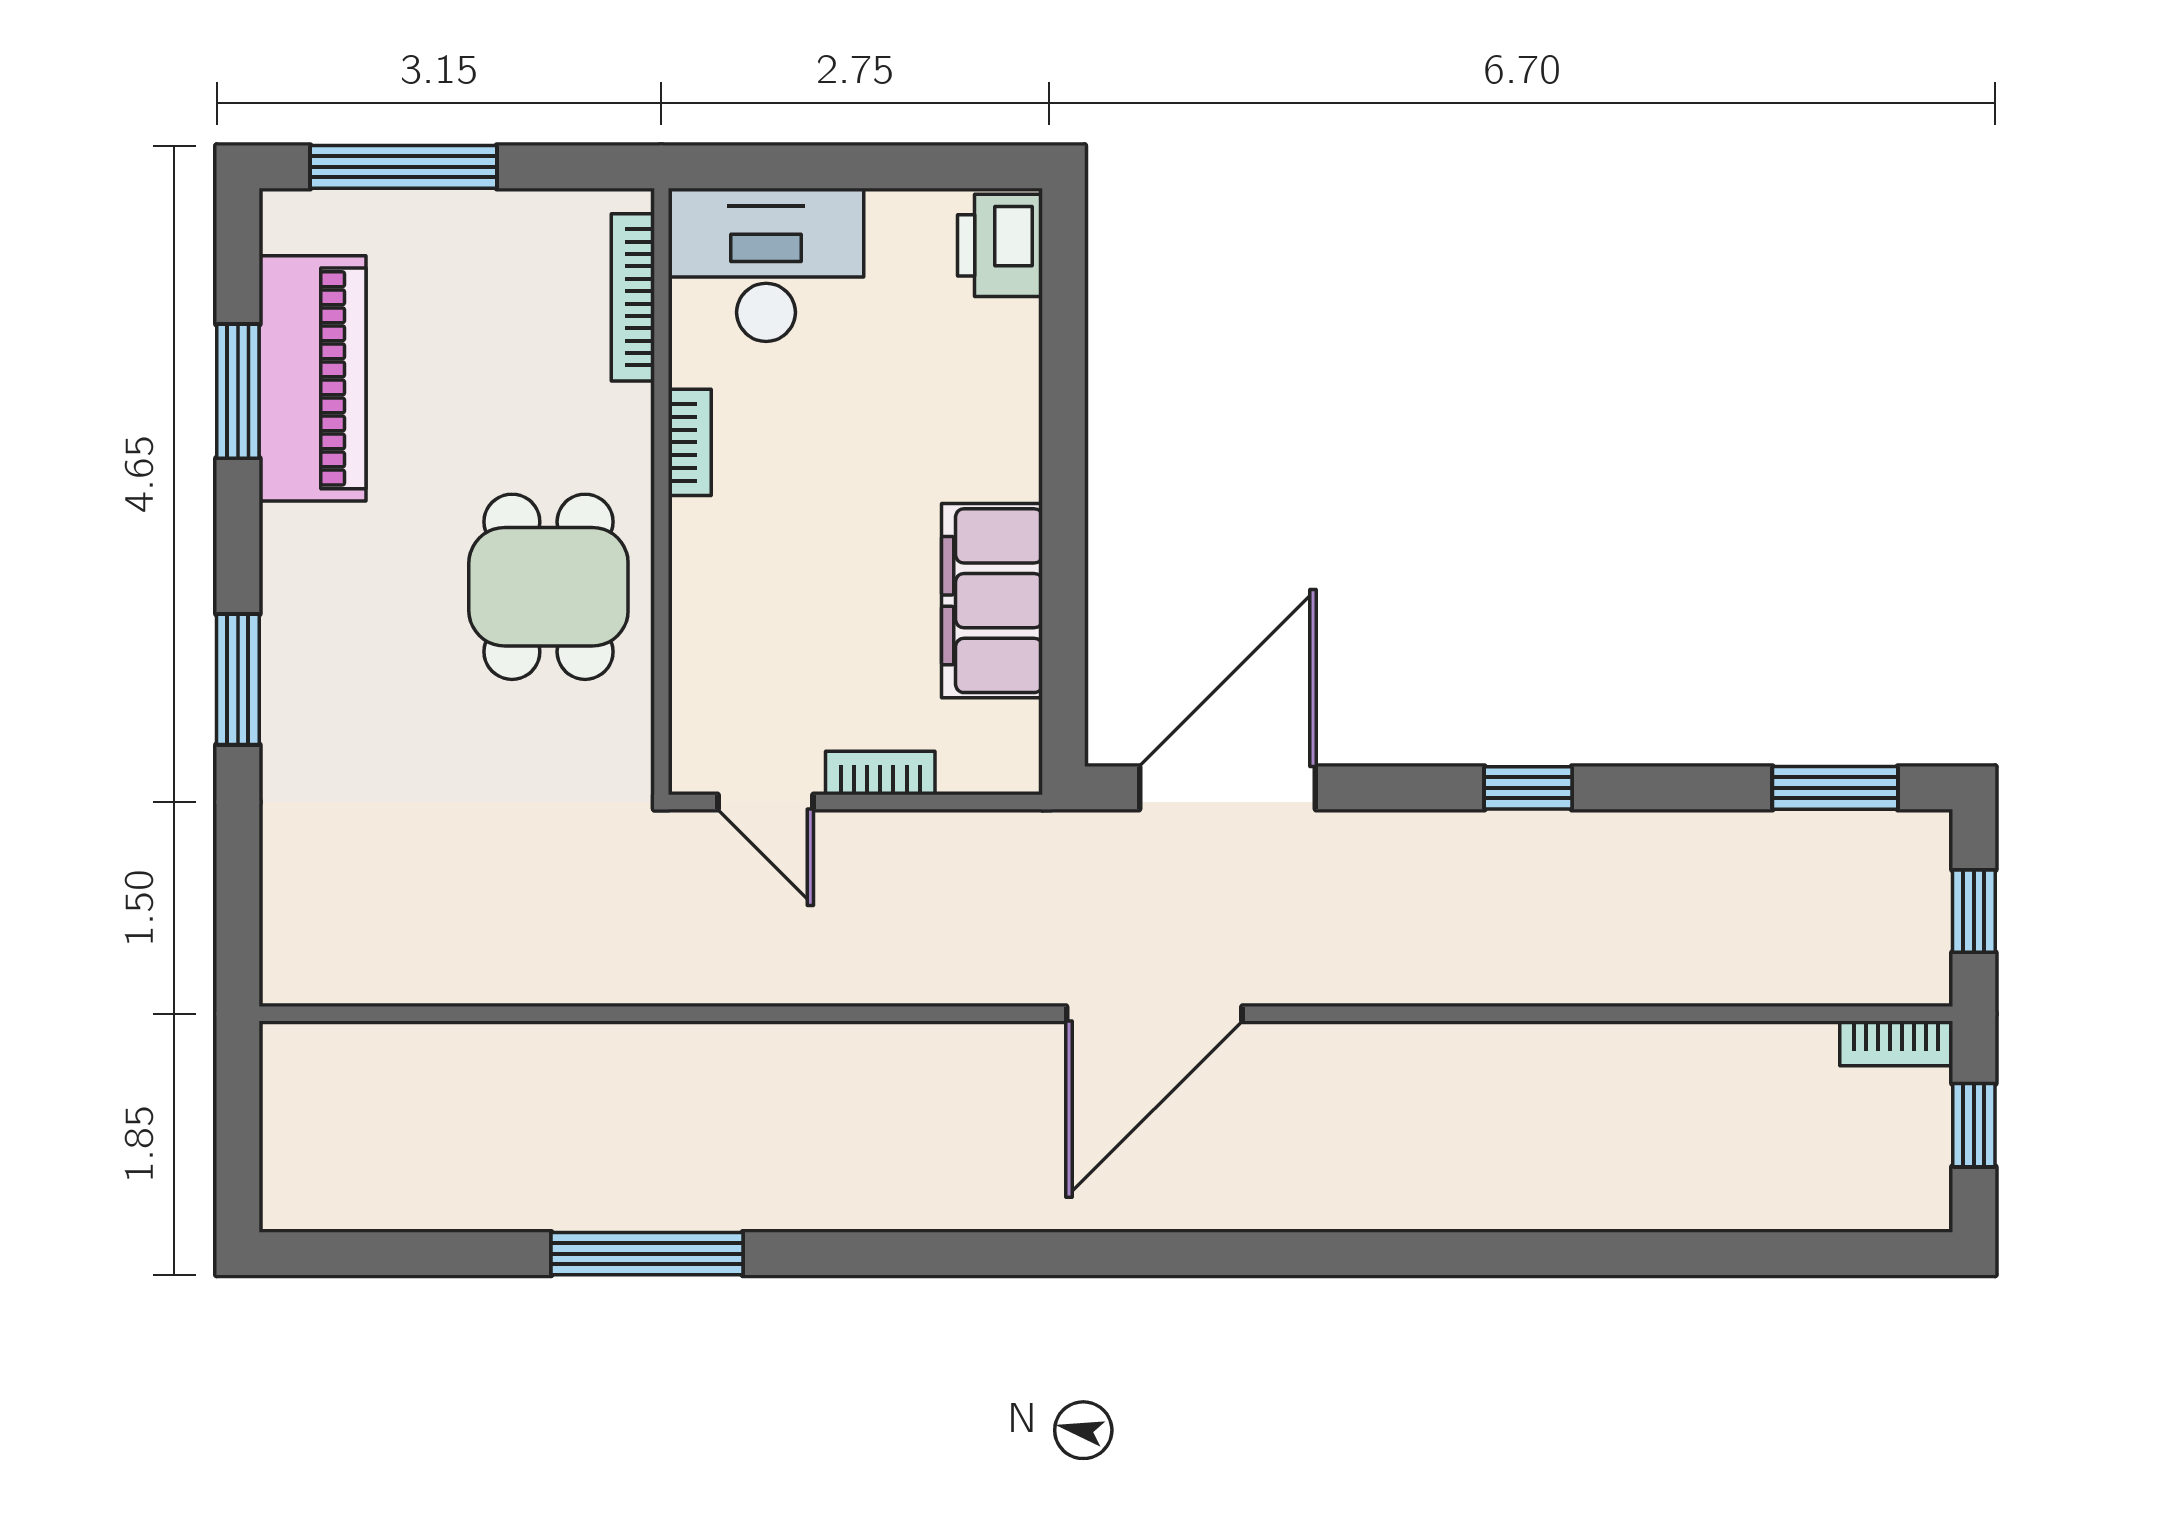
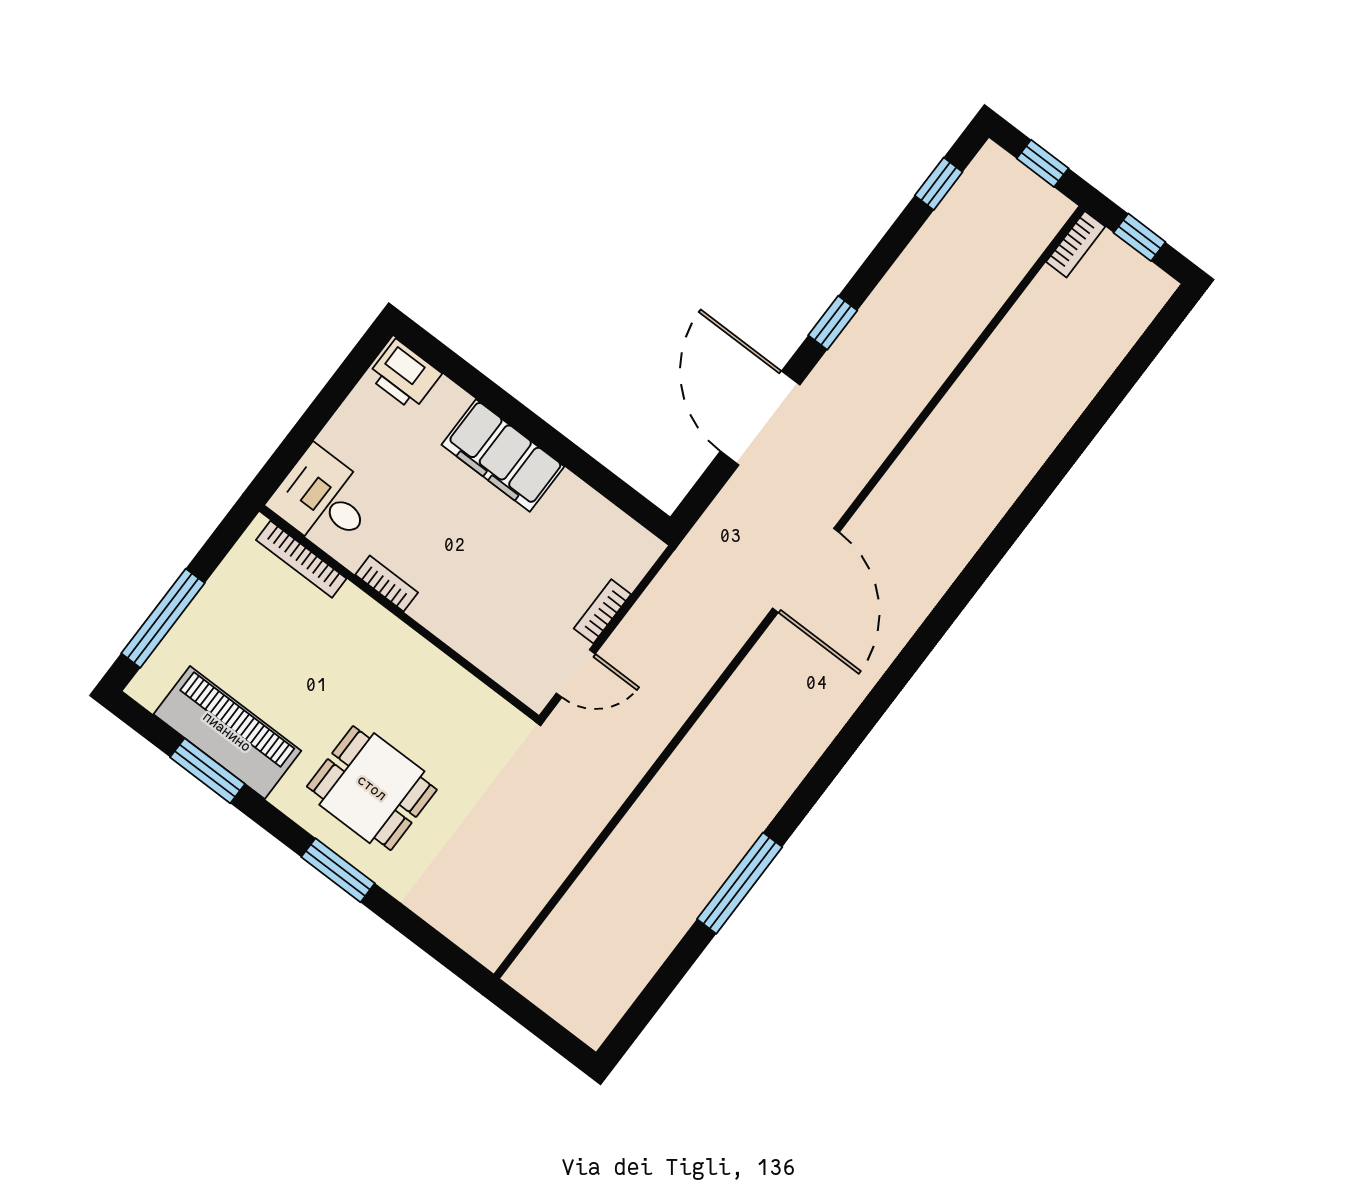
desk: (766, 265) -> (323, 500), width x0.73
dining table: (548, 587) -> (372, 788), moved
filing cabinet: (992, 601) -> (503, 456), moved
door: (1228, 788) -> (760, 418), moved
window: (1835, 788) -> (939, 184), width x0.67

